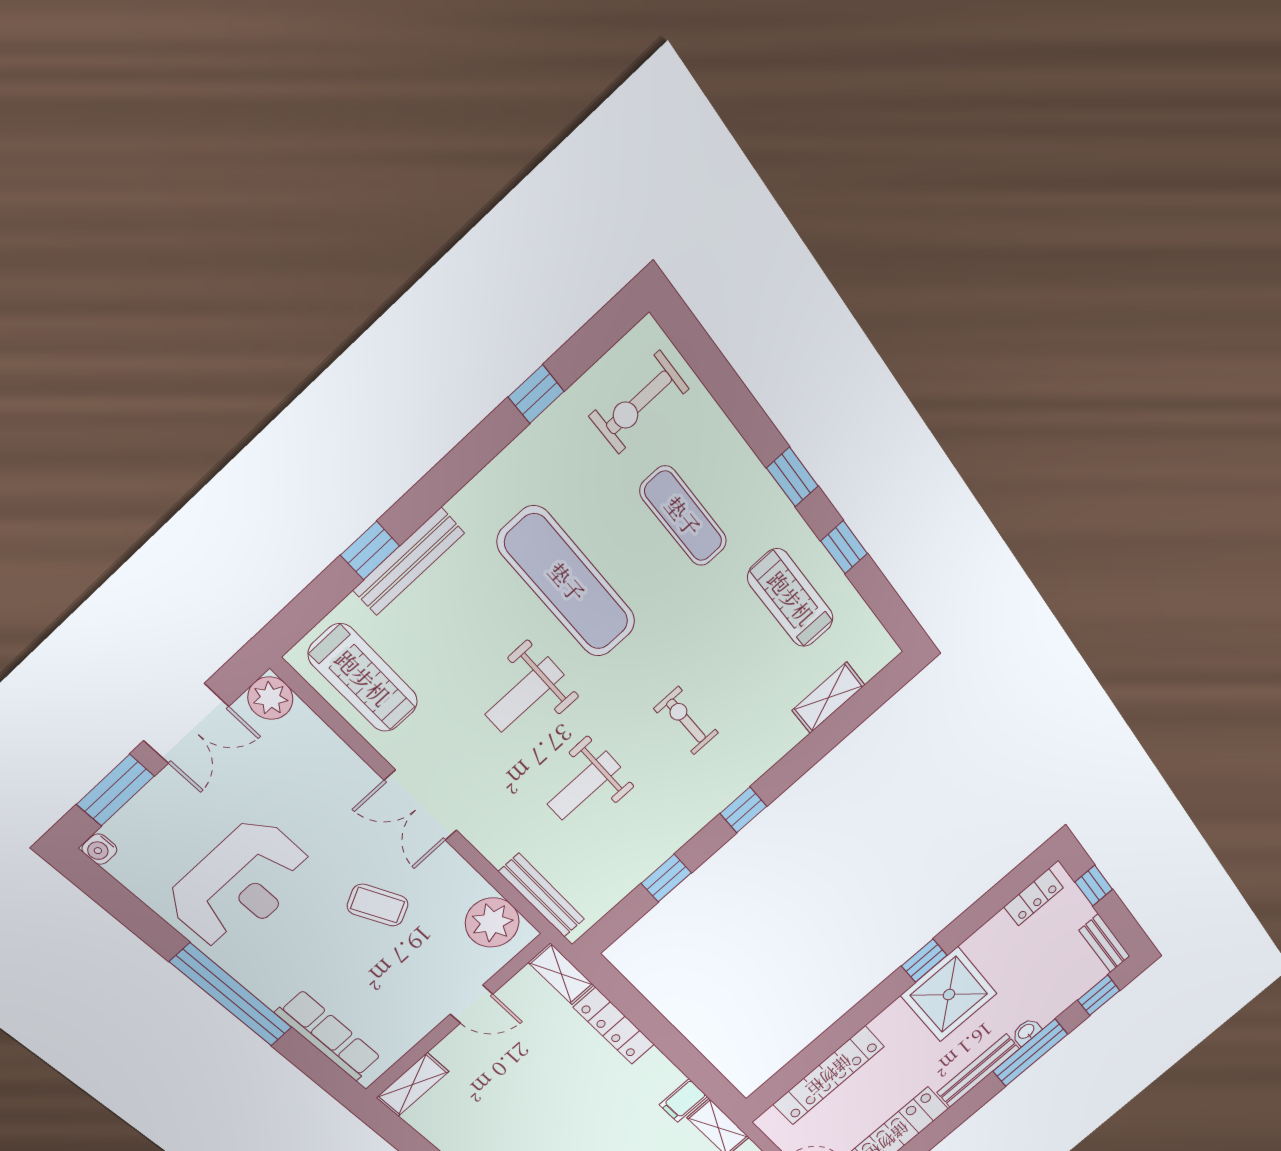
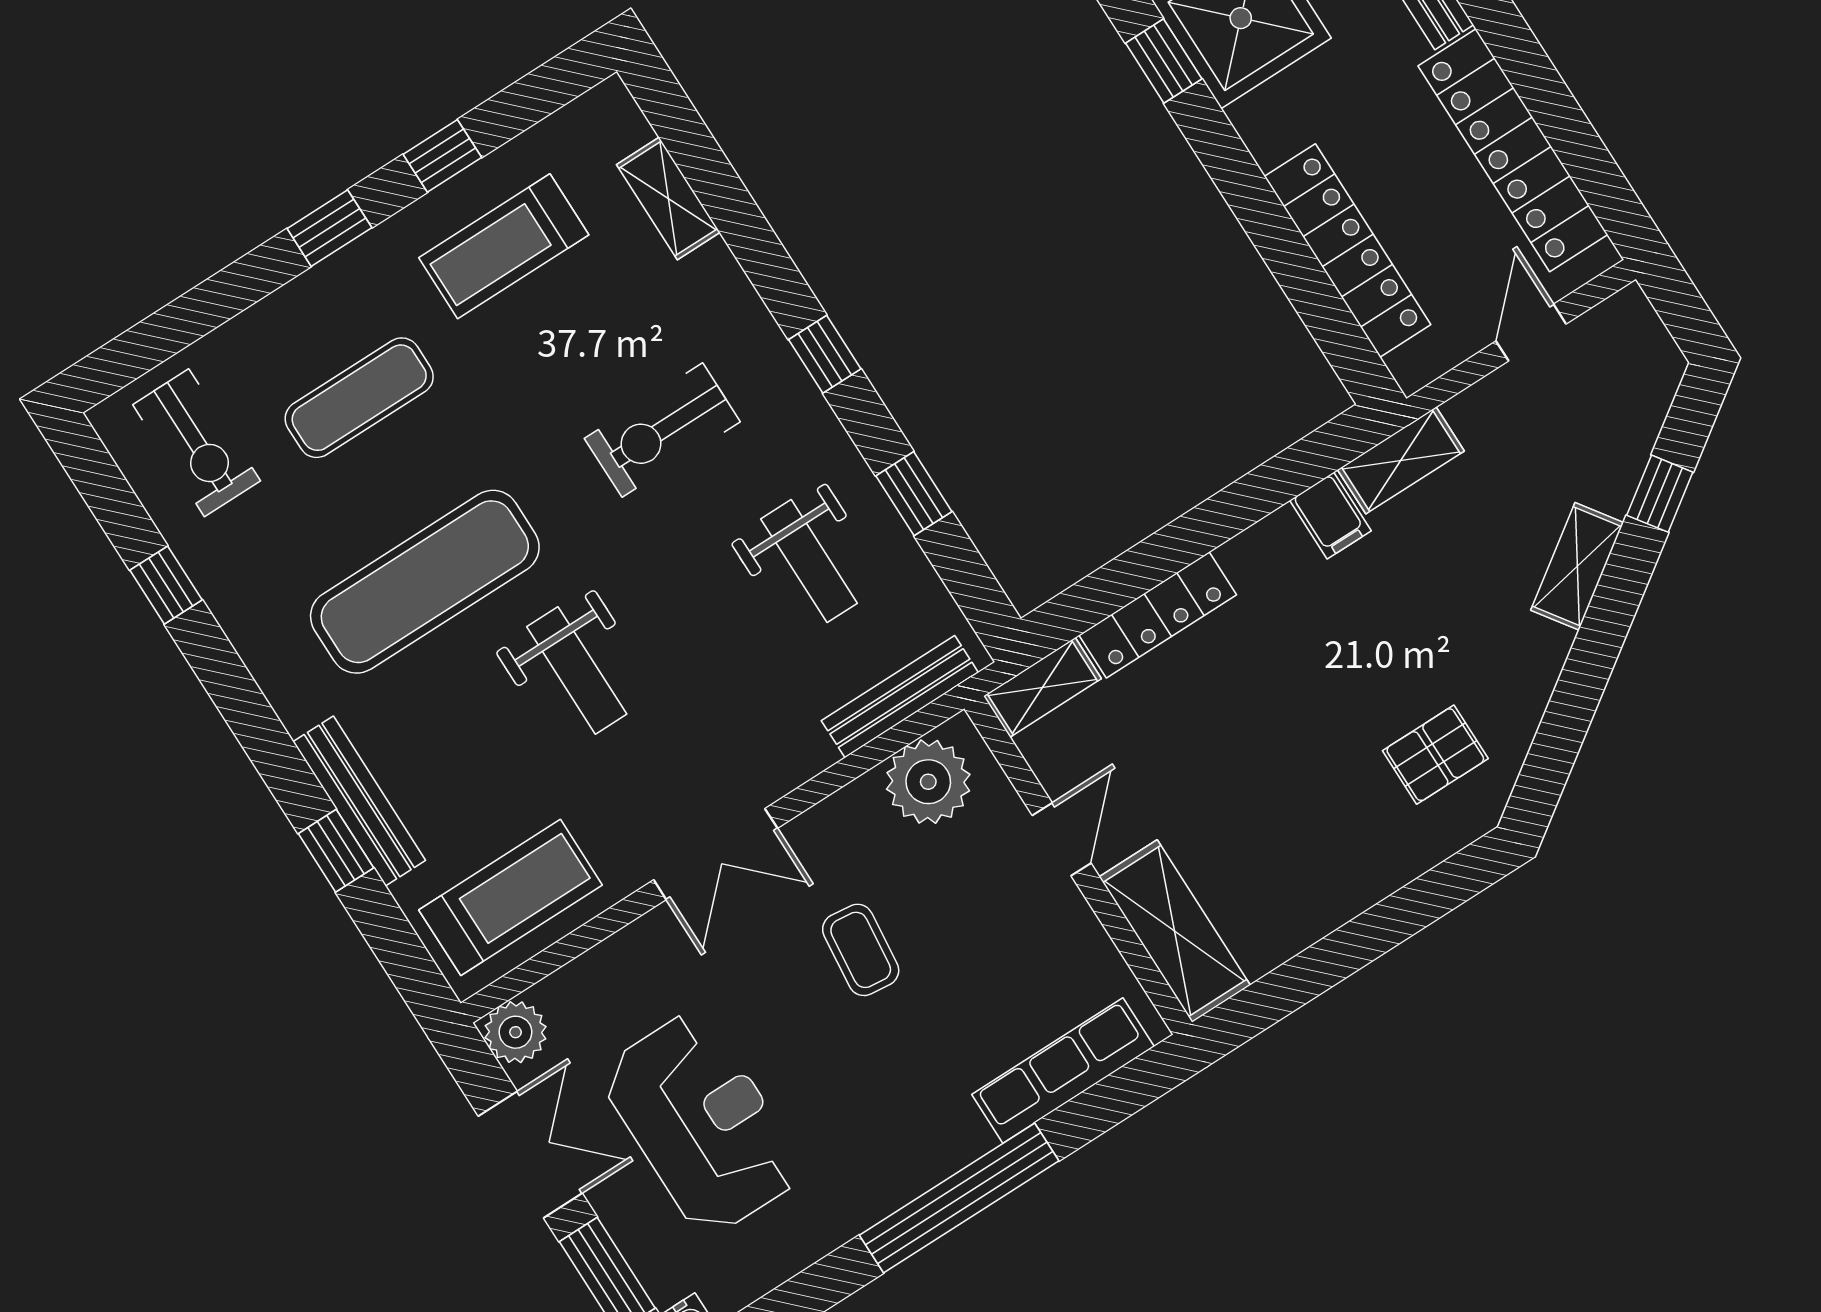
exercise bike: (686, 721) -> (662, 430), width x1.38, depth x1.39
weight bench: (584, 786) -> (809, 561), moved
reception desk: (240, 884) -> (702, 1123), moved
coffee table: (378, 905) -> (861, 950), turned -58
shelving: (412, 1084) -> (1175, 931), width x1.50, depth x1.33

